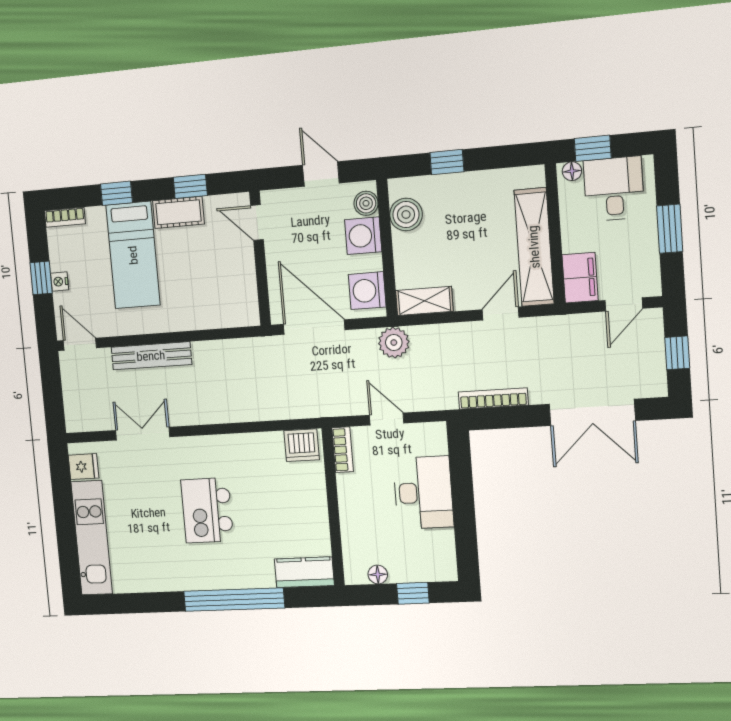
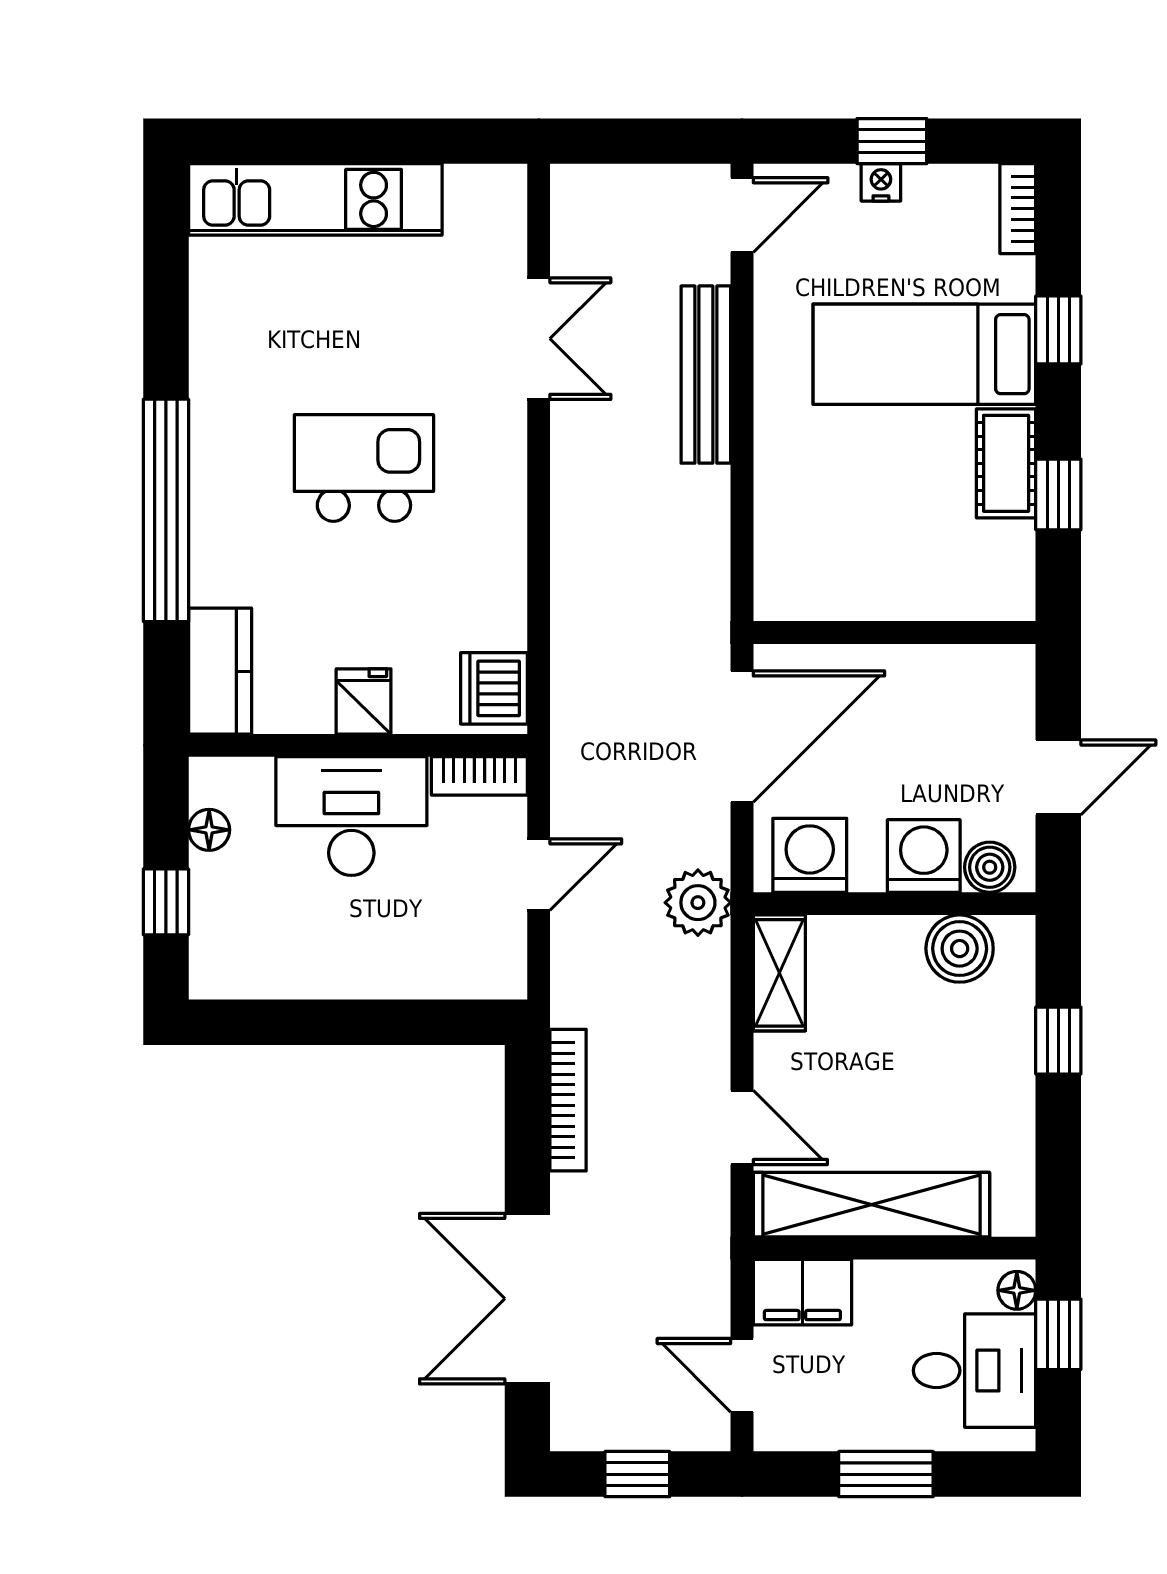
door: (257, 223) -> (970, 632), removed
fridge: (84, 467) -> (364, 701), moved, turned 180
desk: (423, 493) -> (351, 816), moved, turned 180

